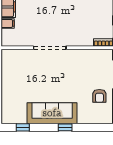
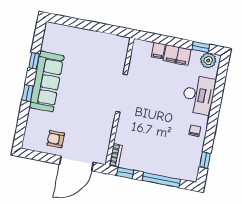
window: (23, 127) -> (34, 61), moved

